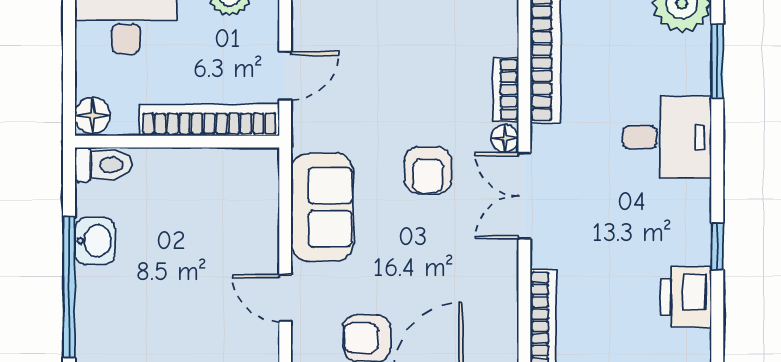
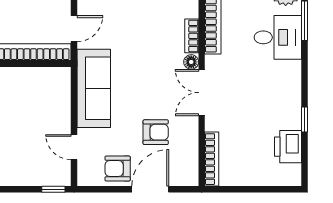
desk: (667, 137) -> (278, 37), moved
armchair: (428, 170) -> (156, 132), moved, turned -90
sofa: (322, 207) -> (94, 88), width x1.36

